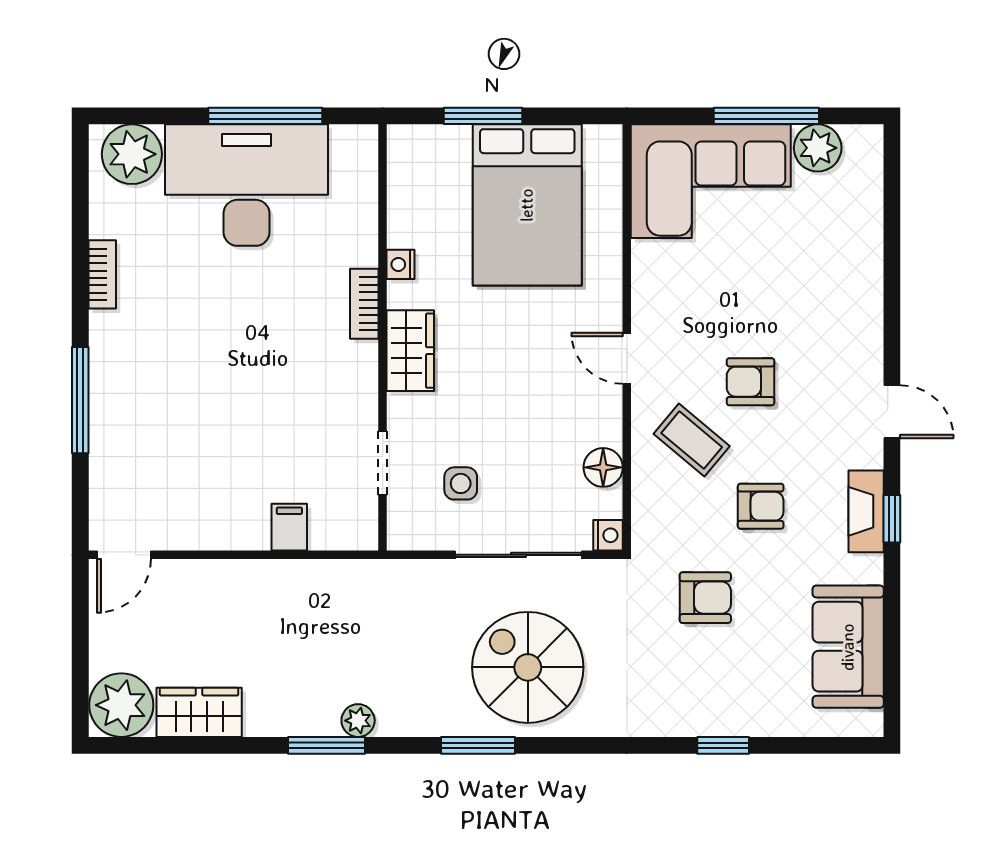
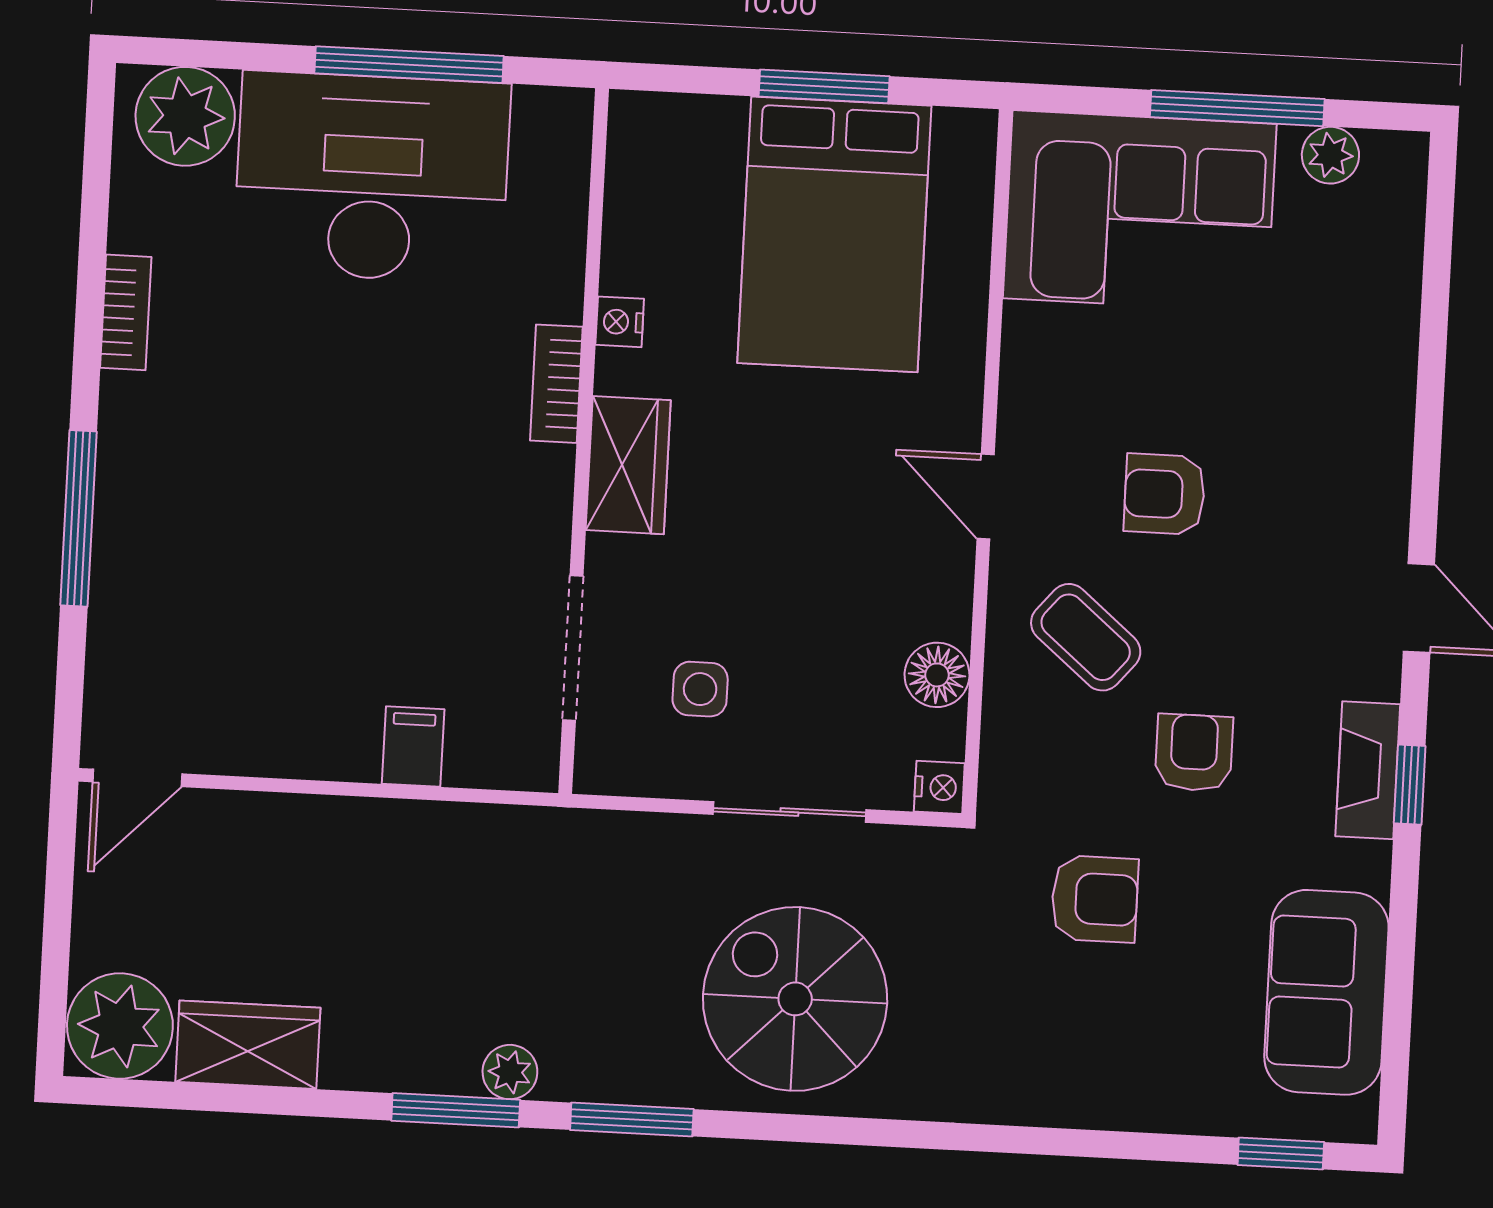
window: (483, 116) -> (824, 86), moved
plant: (818, 148) -> (1330, 155), width x0.73, depth x0.73
armchair: (750, 382) -> (1165, 494), moved
doorway: (383, 463) -> (573, 648), width x1.38
armchair: (761, 506) -> (1194, 753), turned -90
sliding door: (518, 555) -> (789, 812), width x0.73
window: (478, 745) -> (632, 1120), moved
window: (723, 745) -> (1281, 1154), moved

